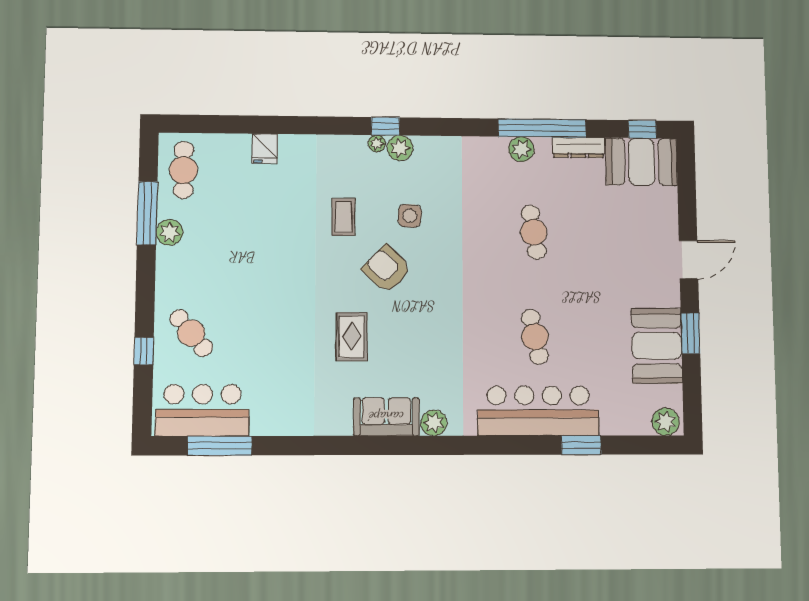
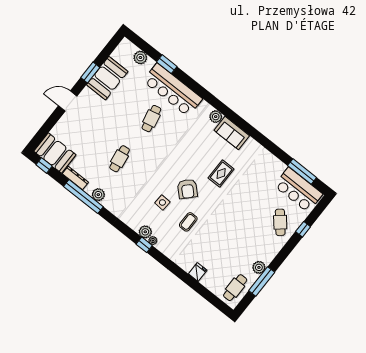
plant: (666, 422) -> (140, 58), moved

